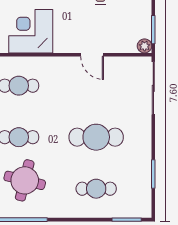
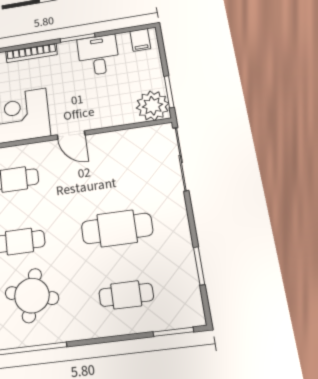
plant: (145, 46) -> (153, 106), width x1.88, depth x1.88
door: (92, 55) -> (71, 135), moved

